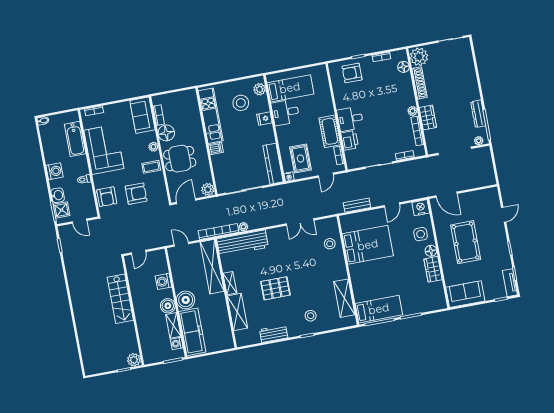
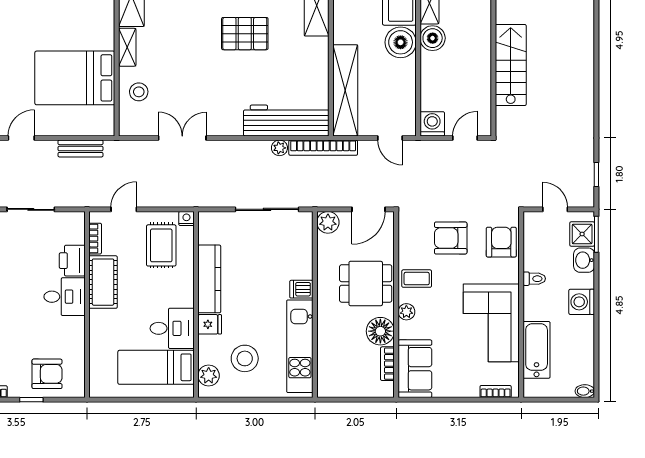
kitchen counter: (273, 164) -> (209, 279), moved
washing machine: (163, 281) -> (432, 124), moved, turned -90
shelving: (230, 283) -> (127, 47), moved

